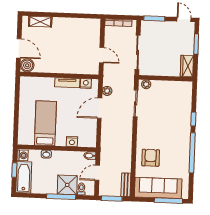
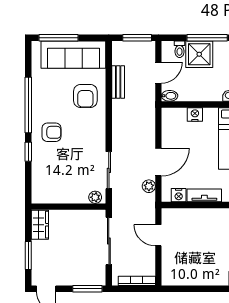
armchair: (176, 132) -> (52, 132), added
bench: (126, 185) -> (118, 82), moved

